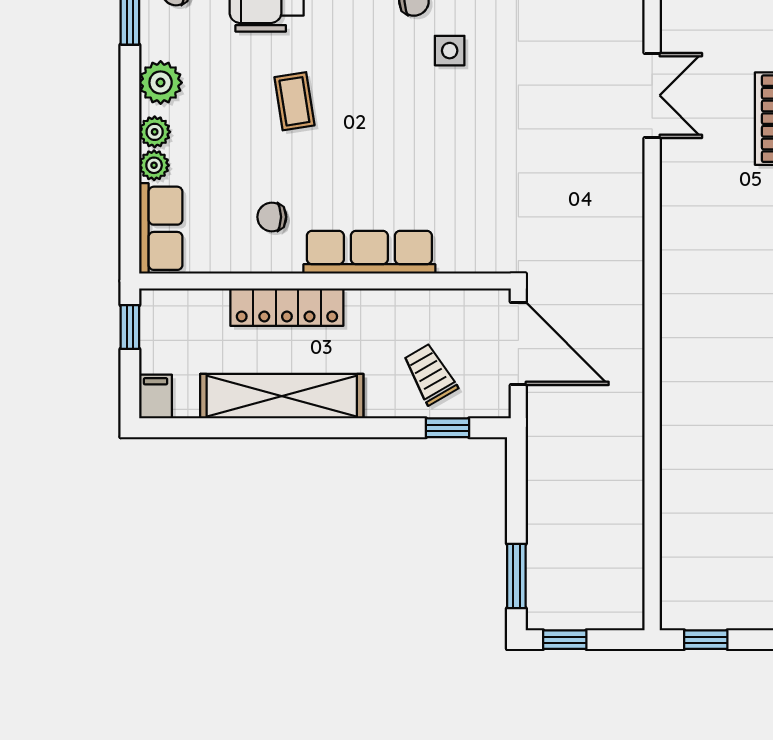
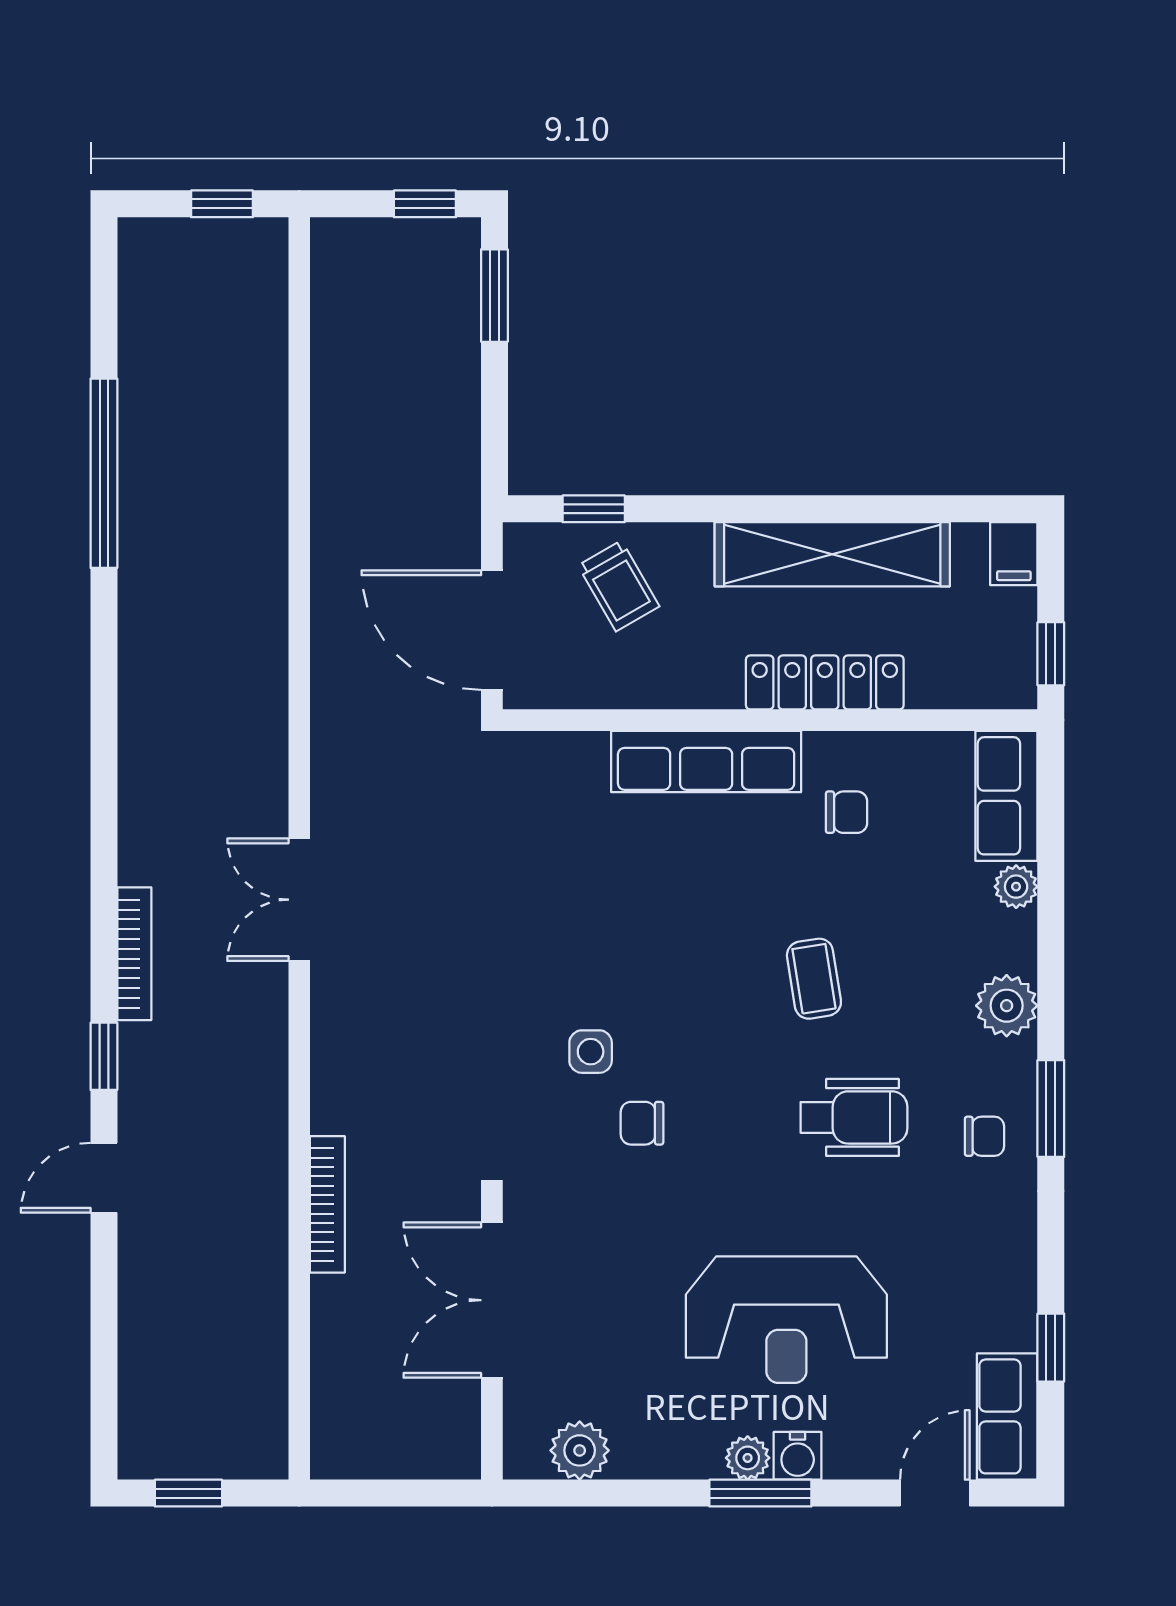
double door: (652, 95) -> (299, 900), moved
plant: (155, 132) -> (1015, 935), removed

